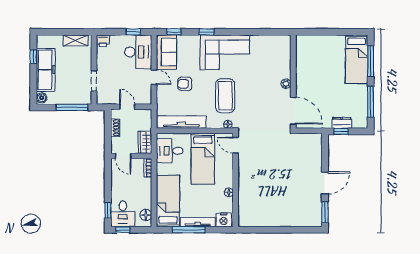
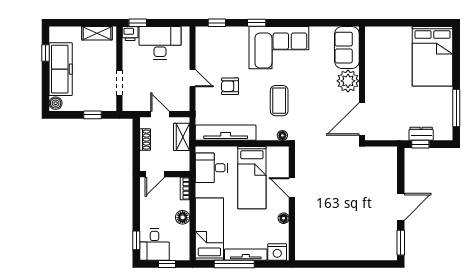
window: (133, 32) -> (138, 23), moved
desk: (138, 52) -> (160, 43), moved, turned -90
sofa: (166, 52) -> (347, 48), moved, turned 180
bed: (357, 59) -> (432, 56), width x1.50
window: (371, 61) -> (456, 59), removed
plant: (286, 84) -> (348, 81), width x1.88, depth x1.88
coffee table: (225, 96) -> (279, 101), width x0.73, depth x0.76
window: (72, 107) -> (93, 115), width x0.46
door: (293, 111) -> (362, 119), swing flipped
wardrobe: (145, 142) -> (182, 137), moved
door: (236, 145) -> (292, 187), moved
door: (123, 156) -> (155, 174), hinge flipped
floor lamp: (146, 215) -> (183, 217), moved
window: (123, 230) -> (167, 264), moved

